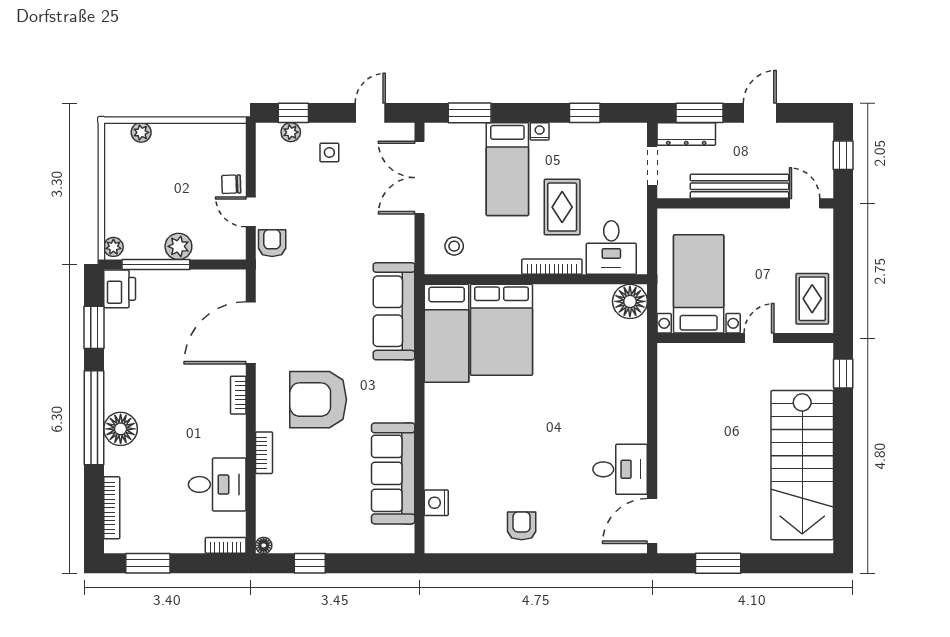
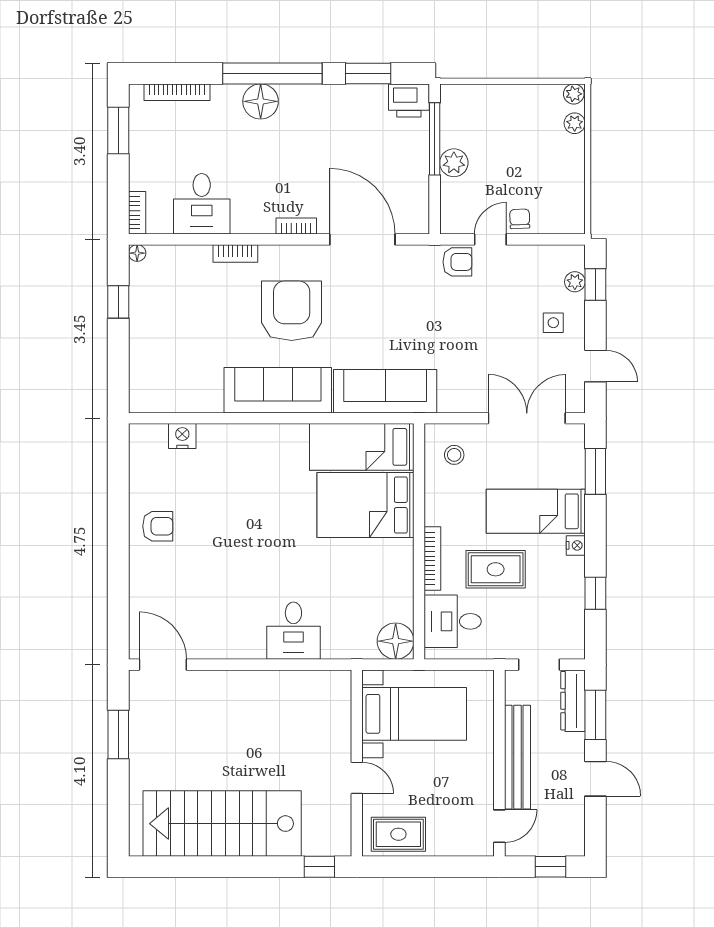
plant: (113, 247) -> (574, 94), moved
desk: (620, 469) -> (293, 631), moved
sofa: (393, 473) -> (278, 390), moved

